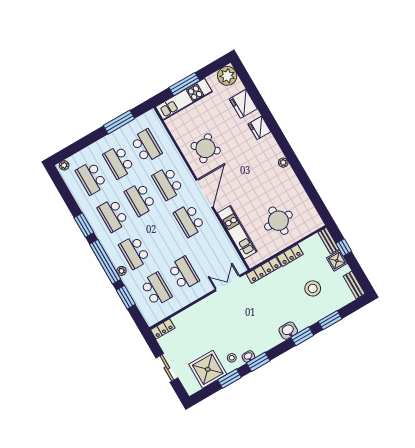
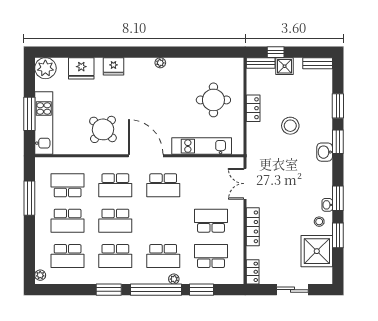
locker: (264, 270) -> (253, 227), moved
stool: (313, 288) -> (290, 126), moved

